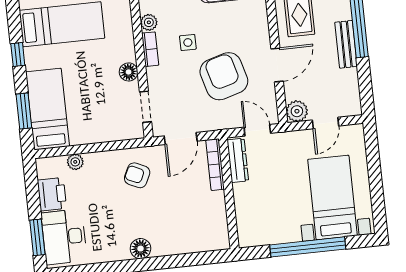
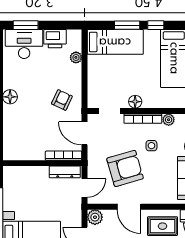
bookcase: (150, 49) -> (143, 119), width x1.56
window: (24, 111) -> (127, 25), moved

